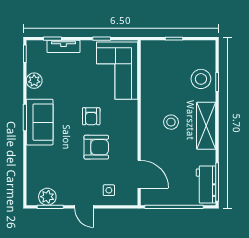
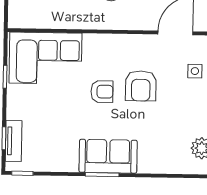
tv unit: (64, 46) -> (14, 141), moved
plant: (34, 81) -> (56, 162), removed
armchair: (96, 147) -> (141, 86), turned 180

